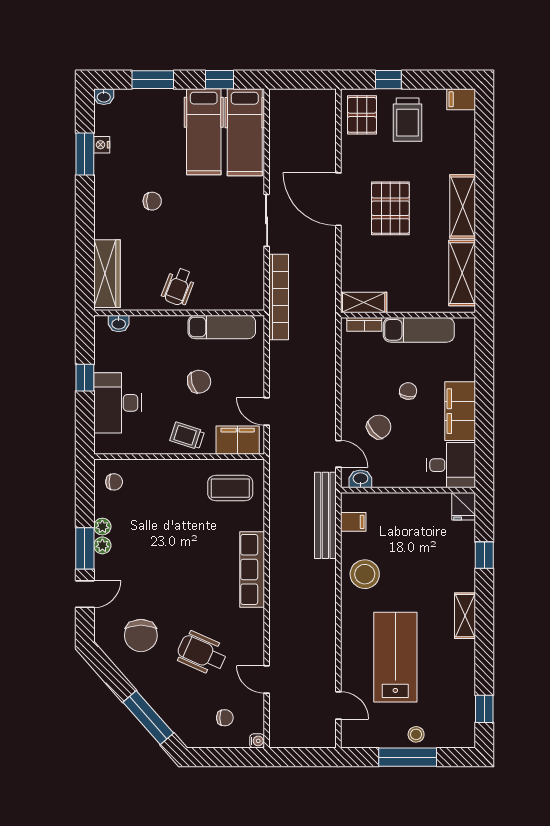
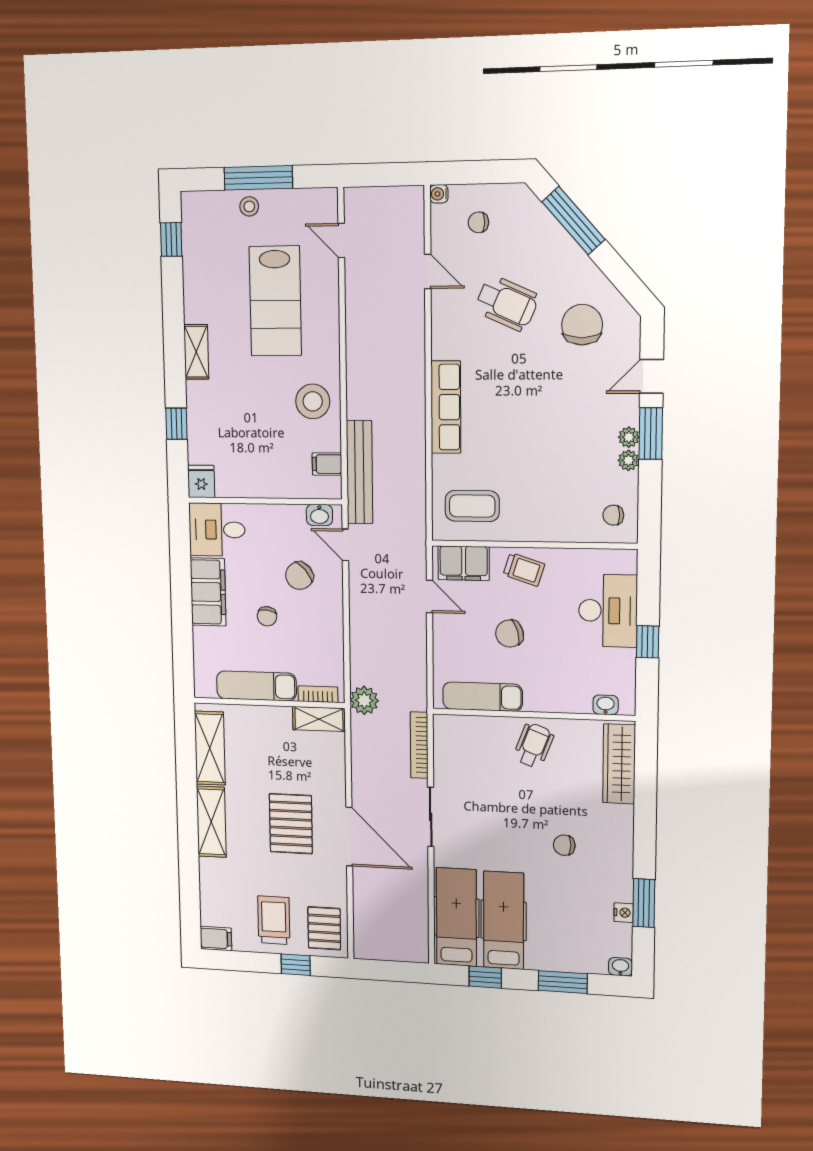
bookcase: (279, 297) -> (419, 745), width x0.68, depth x0.76
plant: (324, 320) -> (364, 700), added

